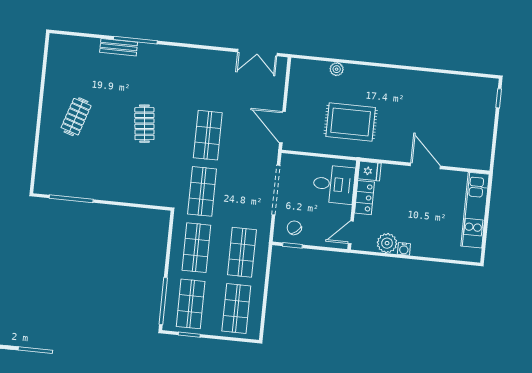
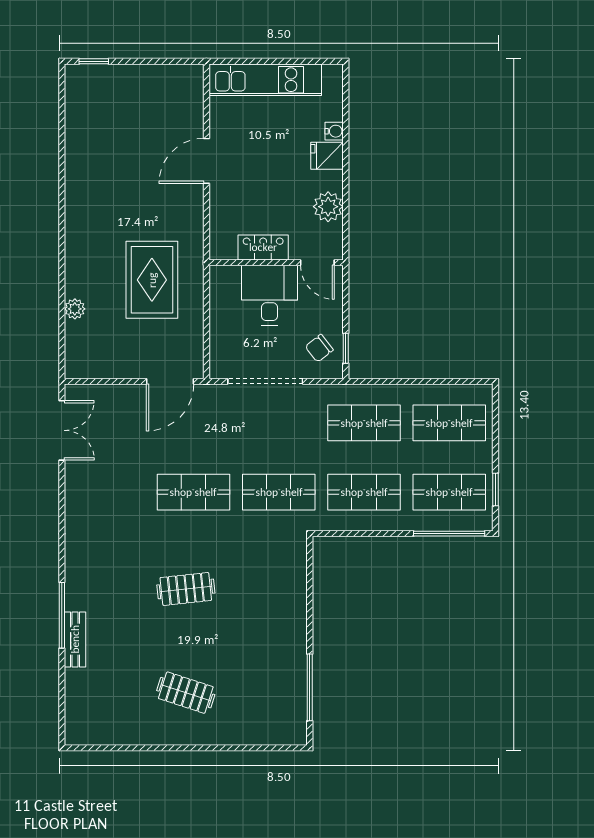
fridge: (370, 171) -> (327, 156), moved, turned -90
desk: (334, 184) -> (269, 295), moved
water cooler: (404, 249) -> (334, 131), moved

